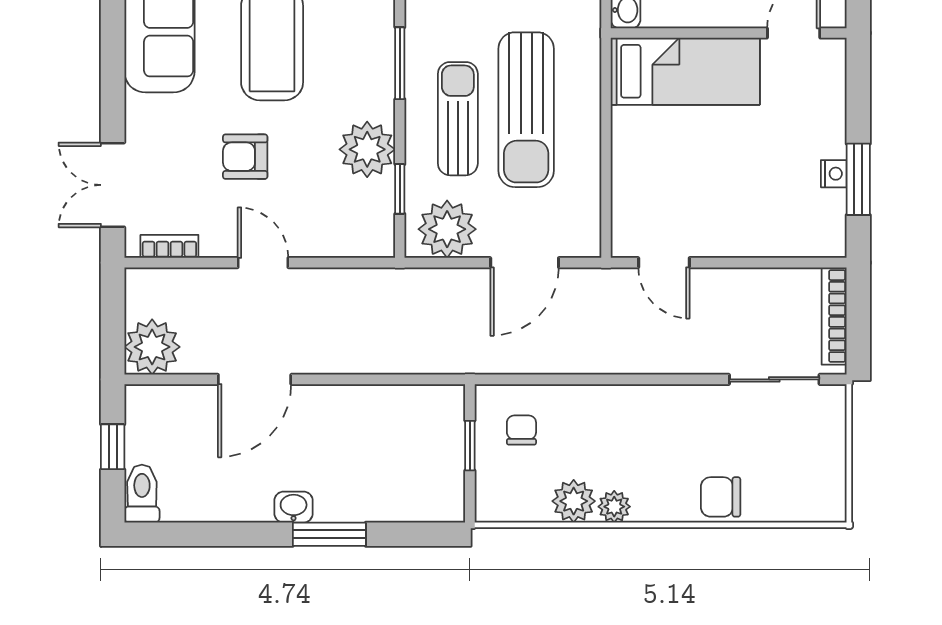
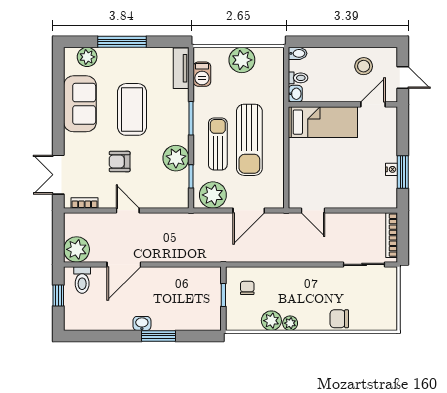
toilet: (142, 494) -> (82, 280), moved, turned 180

